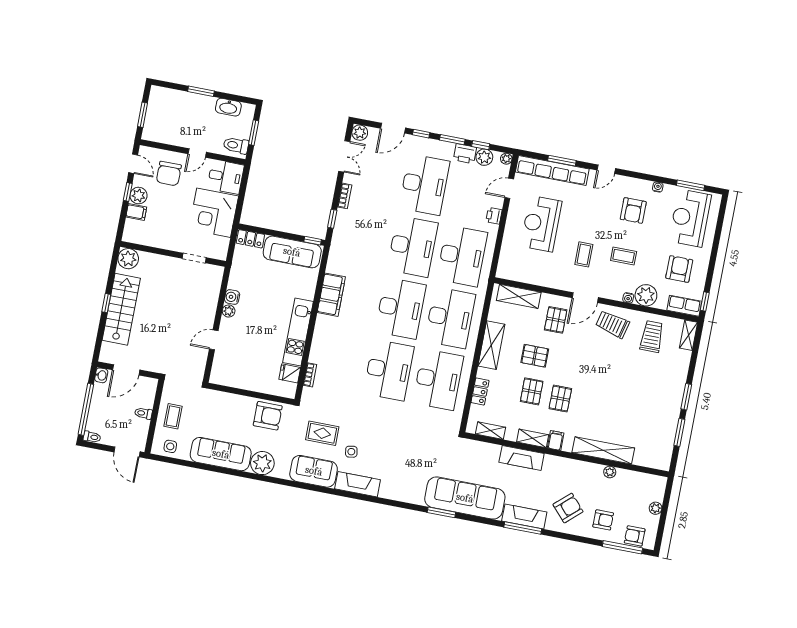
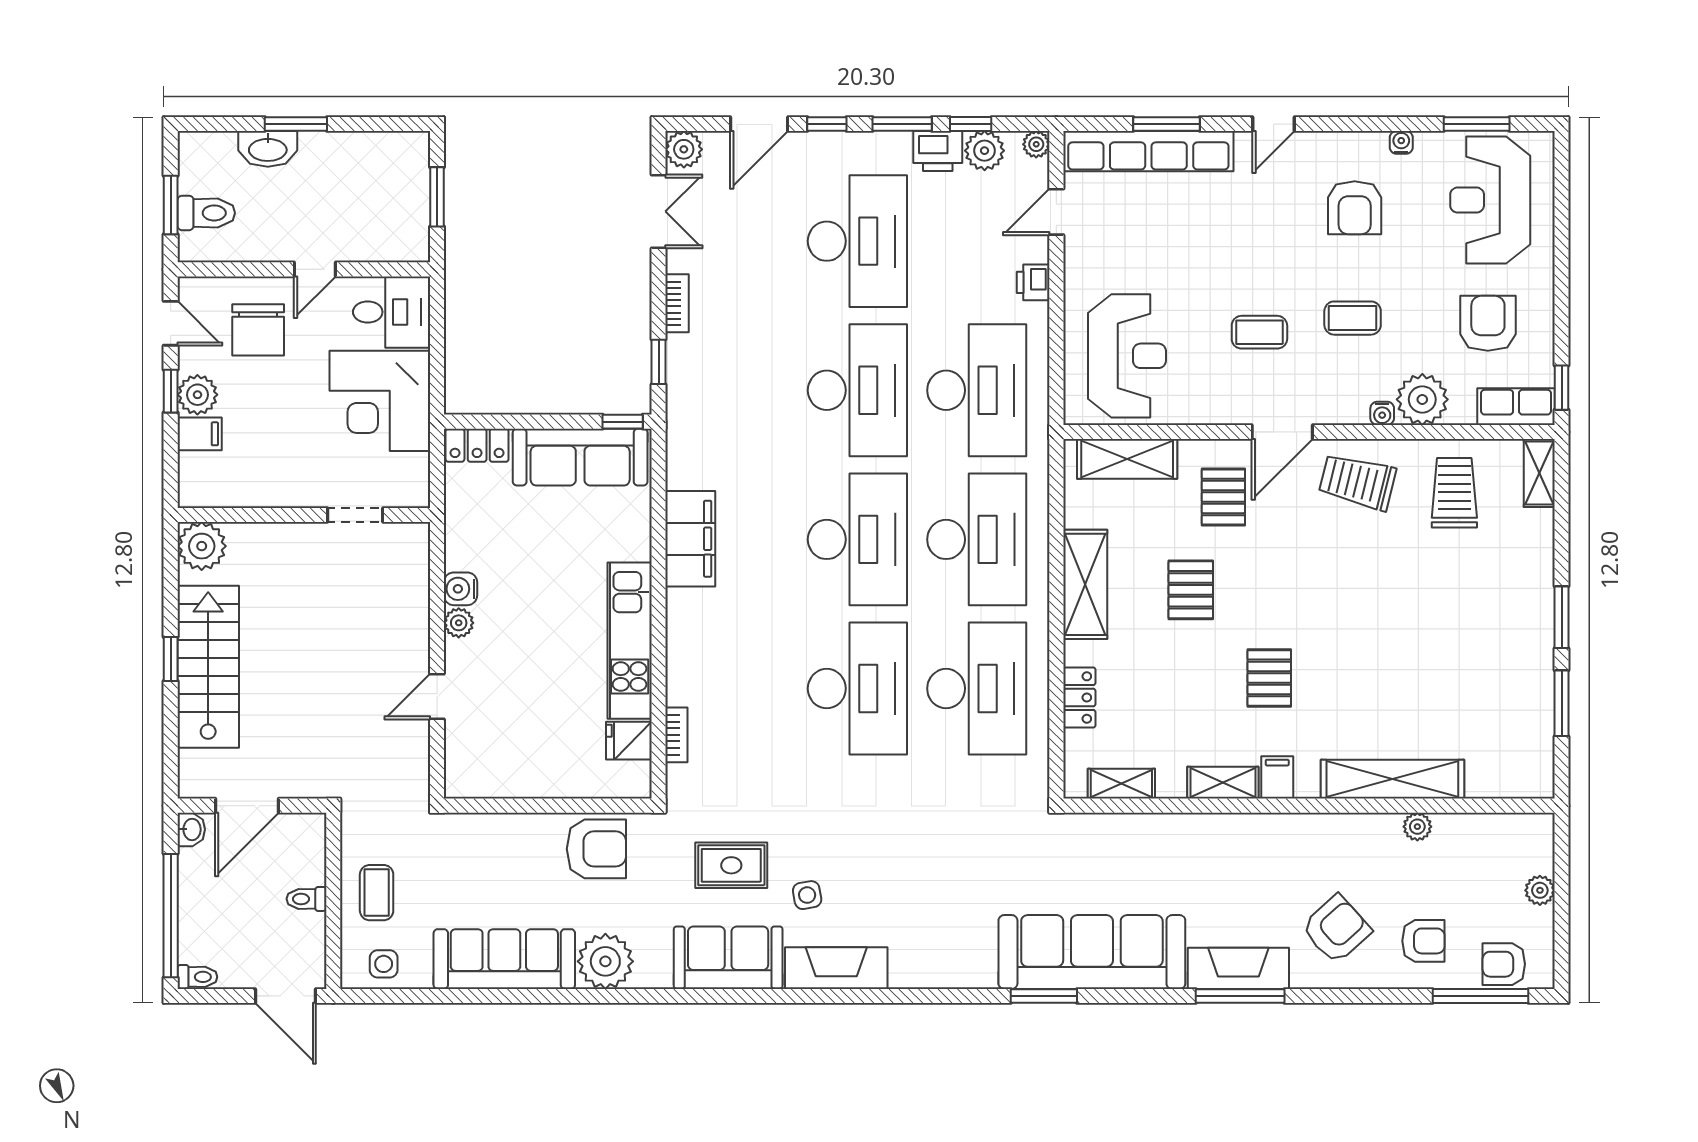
washbasin: (228, 107) -> (268, 149), moved
toilet: (236, 145) -> (206, 213), moved, turned 180
reception desk: (541, 224) -> (1127, 356), moved, turned 180
coffee table: (584, 254) -> (1259, 332), turned 90
pallet: (535, 356) -> (1191, 590), turned 90
pallet: (532, 391) -> (1199, 674), removed
fireplace: (522, 458) -> (1206, 833), removed

